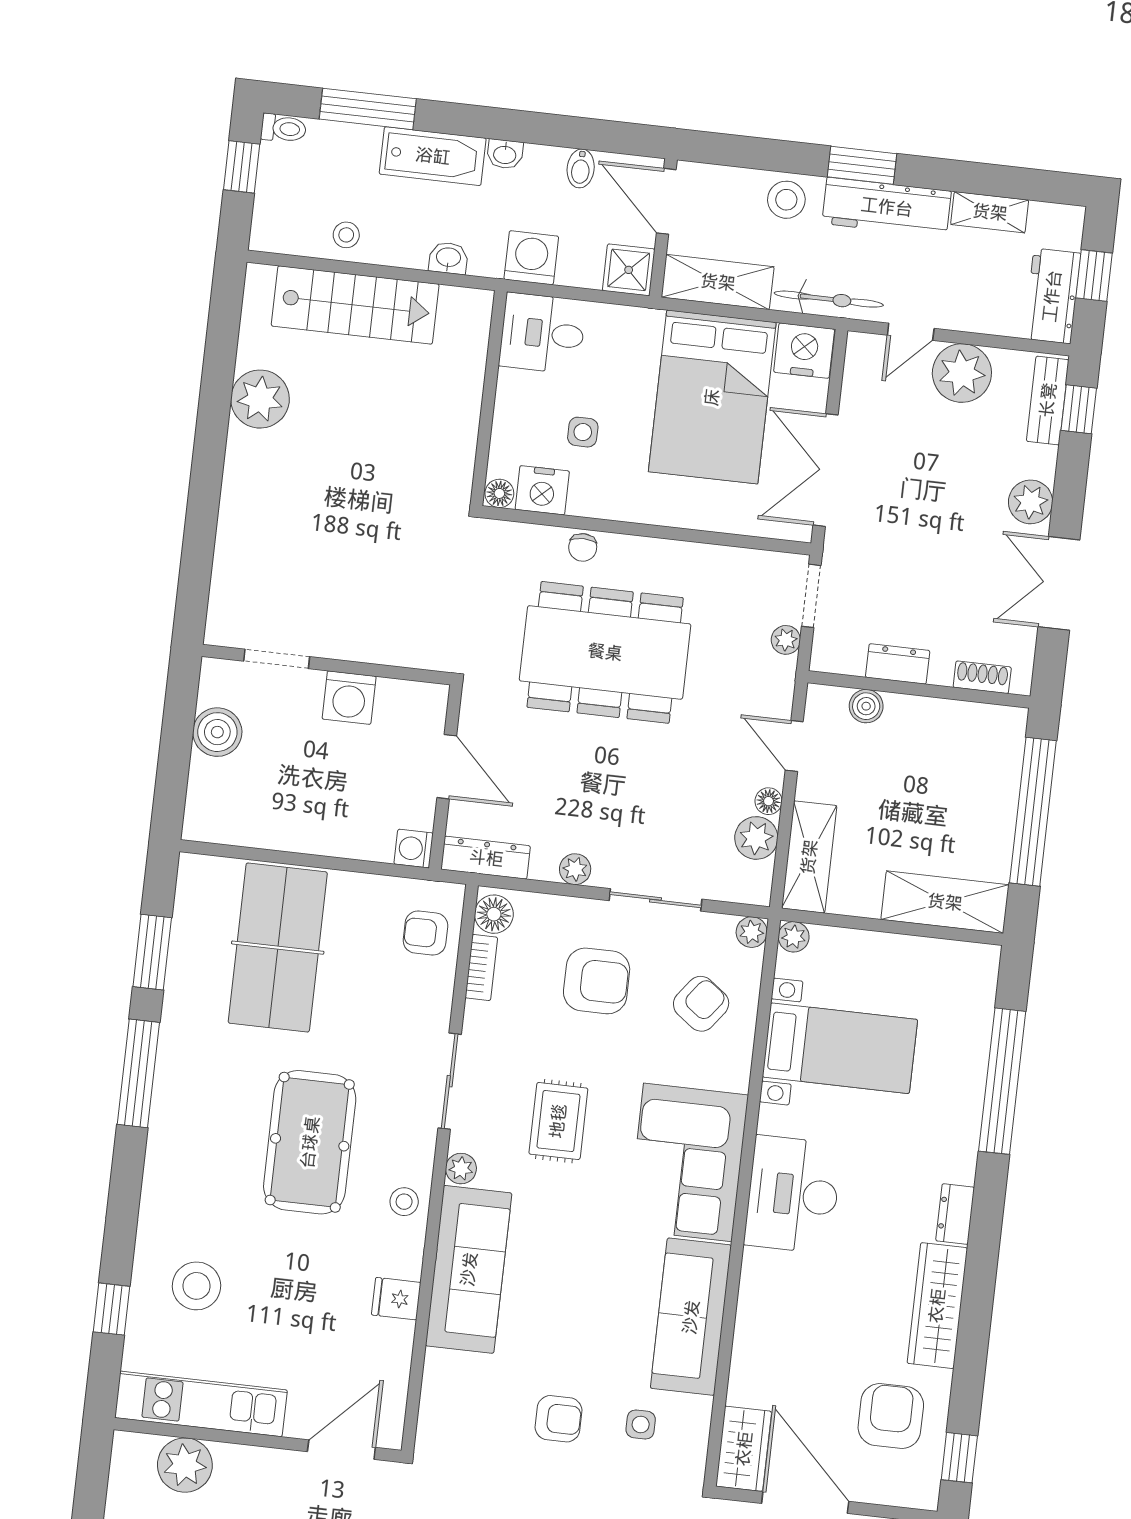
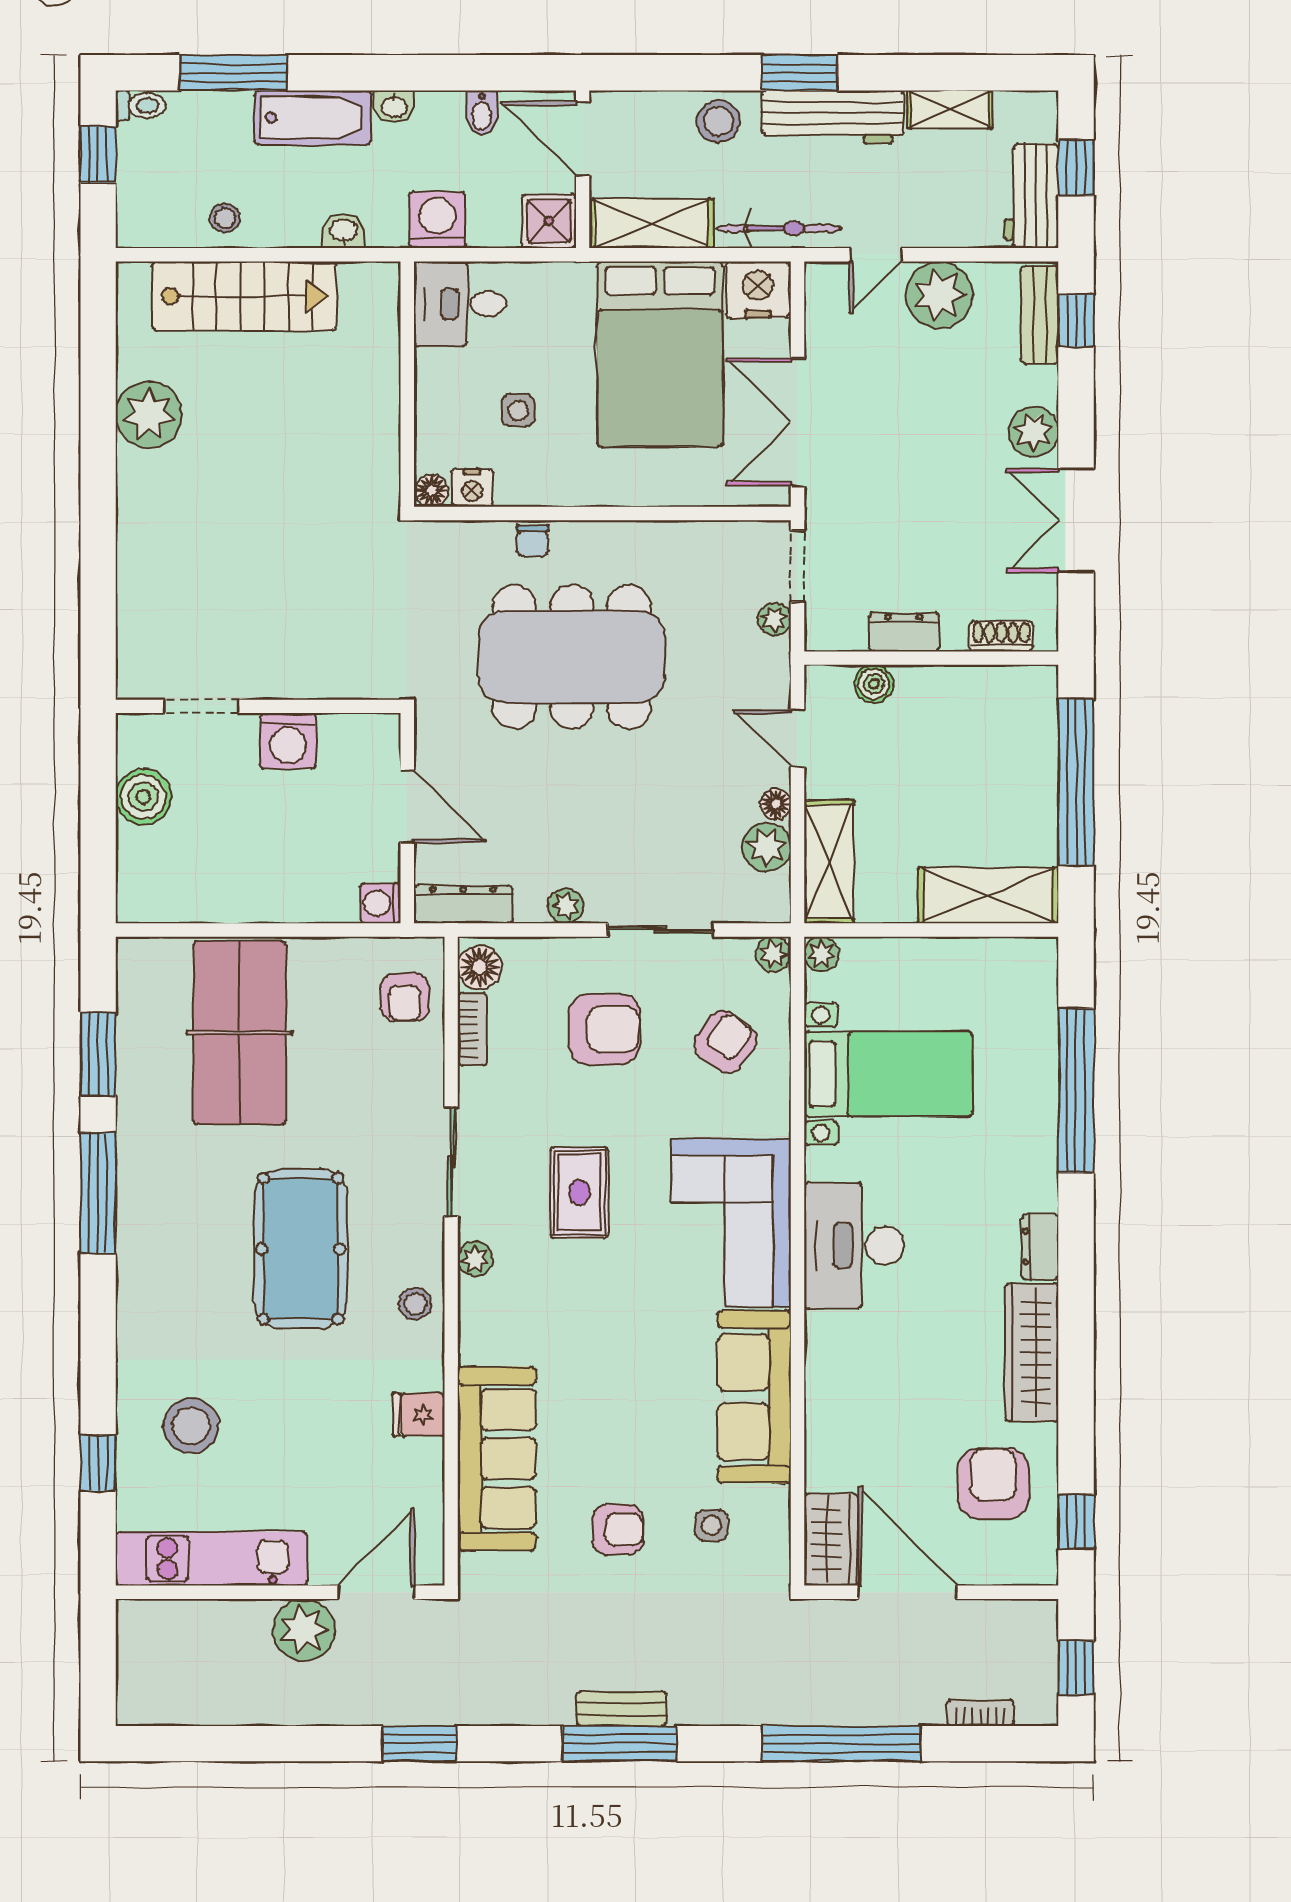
nightstand: (542, 490) -> (472, 488), width x0.74, depth x0.75
armchair: (425, 933) -> (405, 997), turned -90
sofa: (469, 1269) -> (497, 1459), moved
plant: (185, 1465) -> (304, 1630), moved

